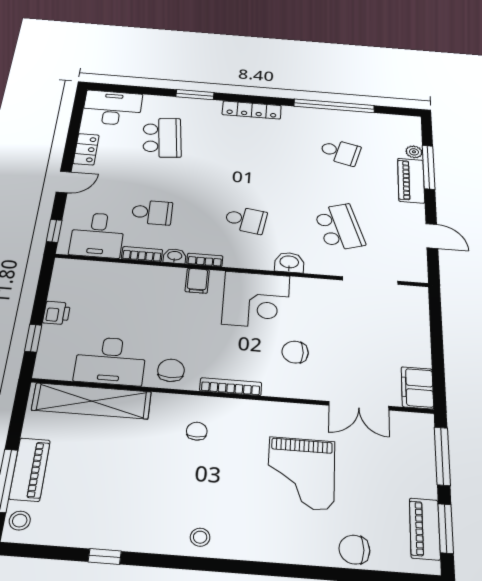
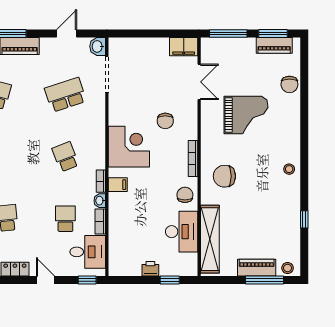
school desk: (246, 220) -> (65, 157), turned -30
washbasin: (289, 262) -> (98, 46), moved
chair: (171, 370) -> (185, 195), turned 90
chair: (197, 431) -> (224, 176), width x1.87, depth x1.87

